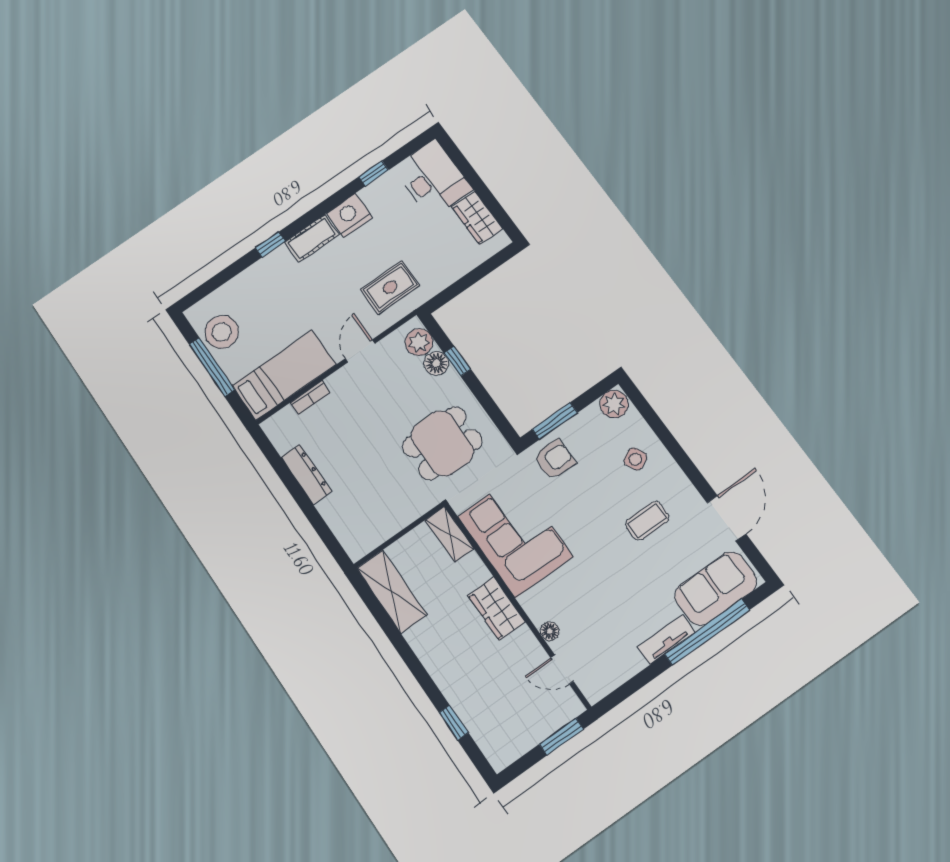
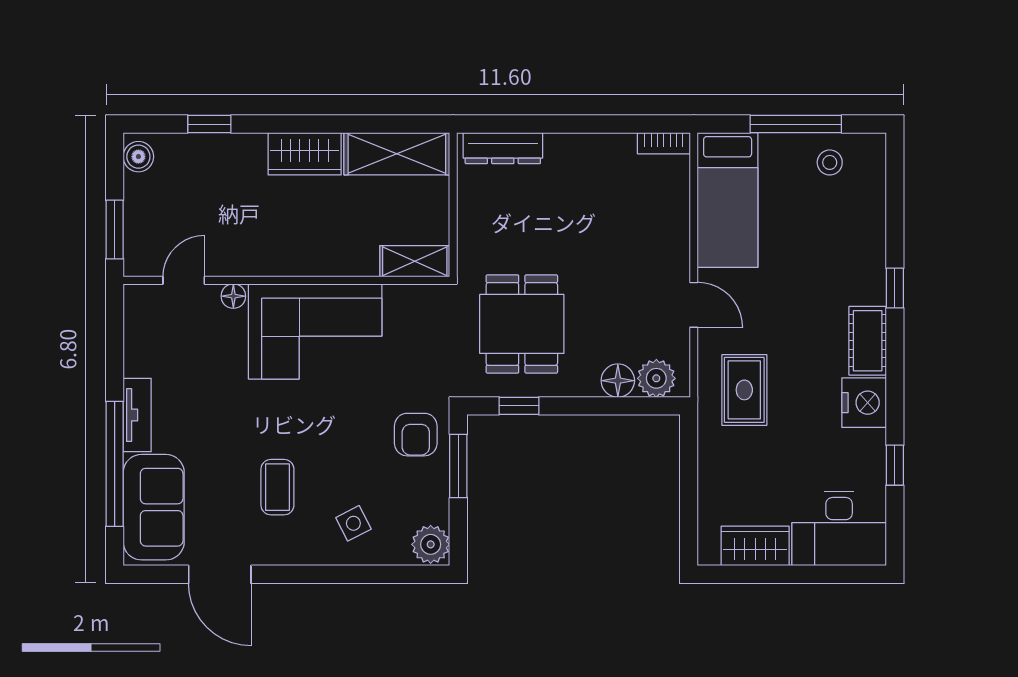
stool: (222, 332) -> (830, 162), width x0.53, depth x0.53
window: (457, 361) -> (519, 406), moved
bookcase: (310, 398) -> (664, 143), moved, turned -90
dresser: (306, 474) -> (503, 148), moved
corner sofa: (515, 537) -> (315, 331), moved
wardrobe: (497, 609) -> (305, 154), moved, turned 180
boiler: (505, 754) -> (138, 157), added

